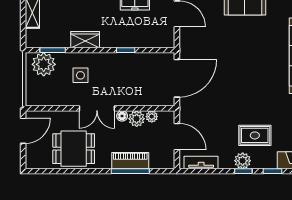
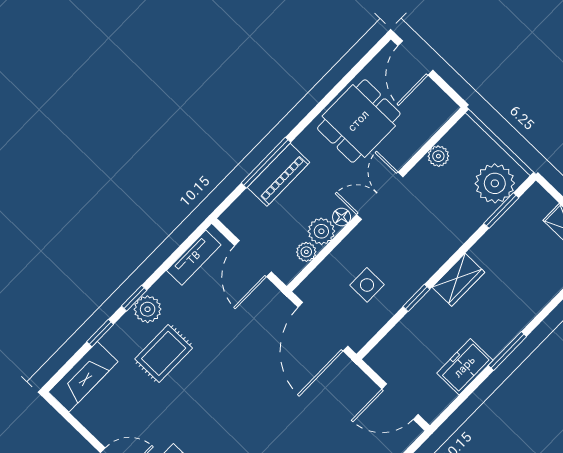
wardrobe: (85, 40) -> (458, 280), moved
side table: (80, 75) -> (367, 285), moved
plant: (56, 100) -> (438, 156), added
door: (23, 131) -> (415, 58), moved
door: (177, 137) -> (253, 259), hinge flipped

